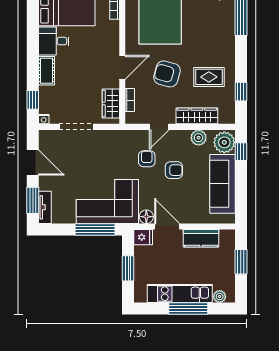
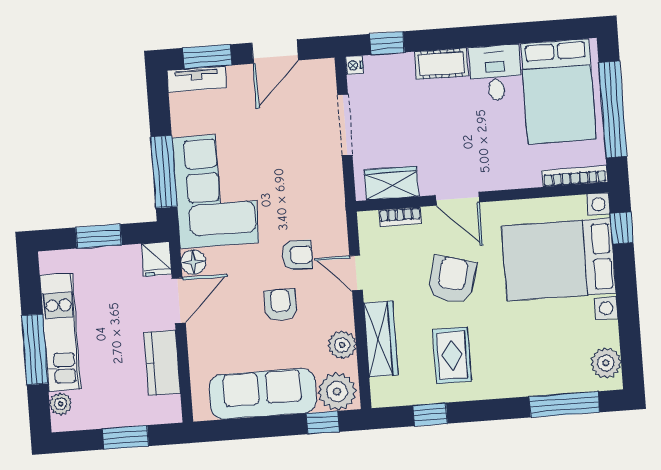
armchair: (174, 170) -> (281, 305), turned 180

